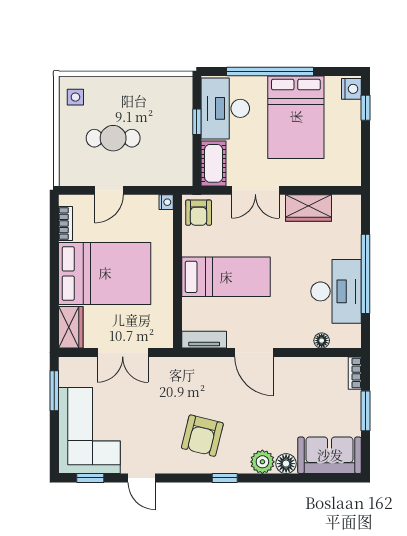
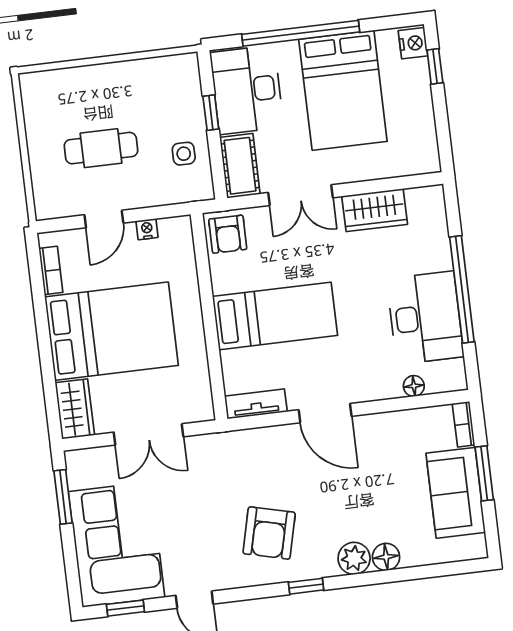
side table: (75, 97) -> (184, 154), moved
nightstand: (166, 202) -> (147, 229), moved, turned -90
sofa: (330, 455) -> (456, 493), moved, turned -90

